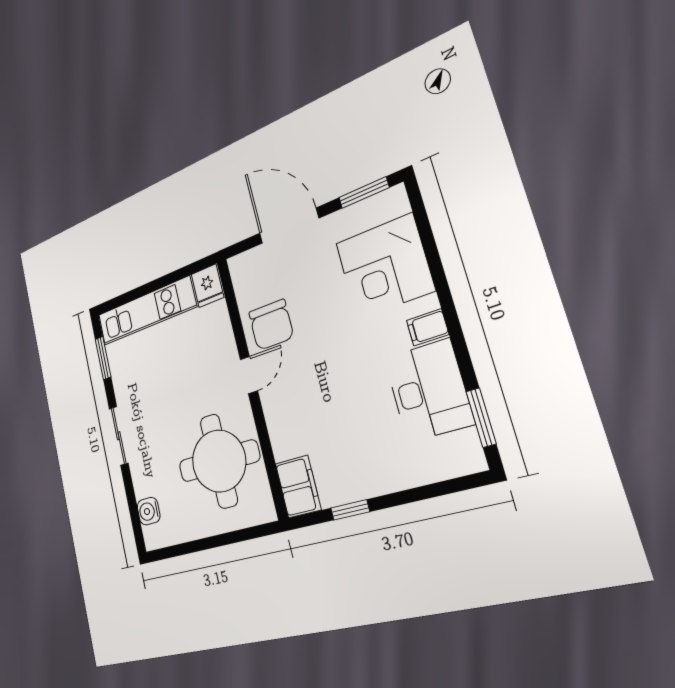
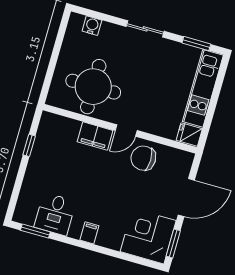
corner desk: (384, 267) -> (148, 236), moved
door: (249, 375) -> (126, 131), hinge flipped
desk: (428, 391) -> (55, 214), width x0.73
filing cabinet: (298, 487) -> (95, 136), moved

